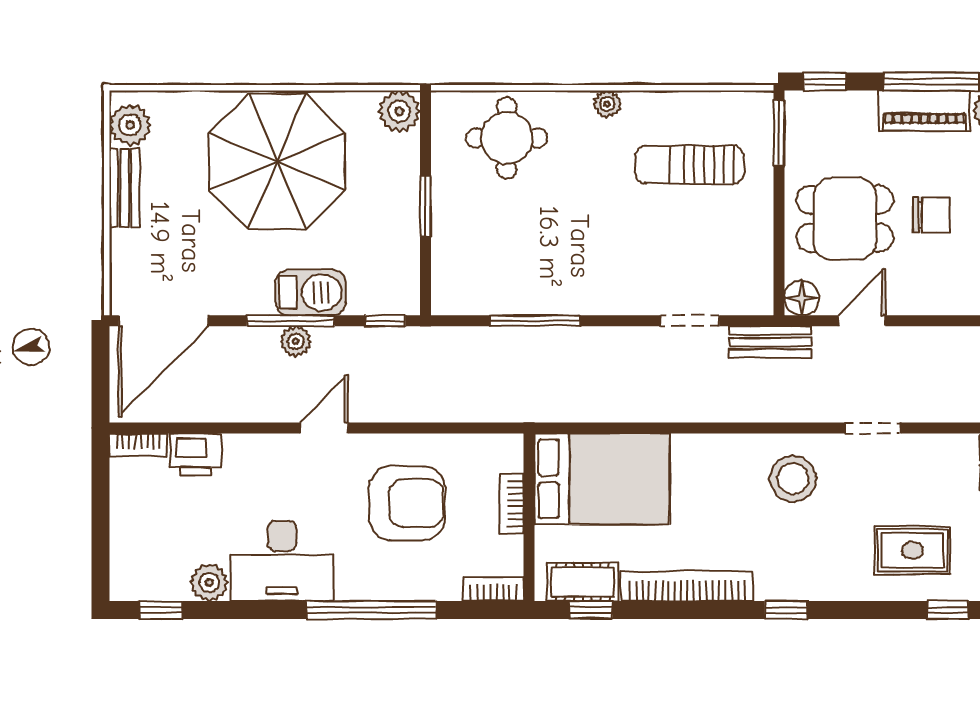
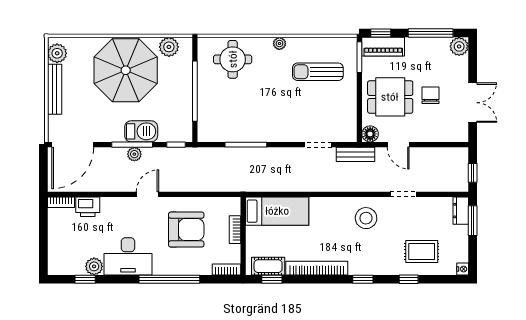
plant: (399, 111) -> (169, 47), moved
piano: (925, 111) -> (383, 47), moved
bench: (124, 188) -> (55, 89), width x1.36
window: (425, 206) -> (195, 91), width x2.11
chair: (931, 215) -> (430, 95), turned -90
door: (862, 321) -> (398, 145), swing flipped
bed: (602, 479) -> (277, 211), width x0.67
window: (161, 610) -> (85, 279), moved
window: (948, 610) -> (409, 279), moved

